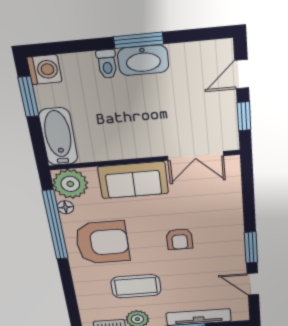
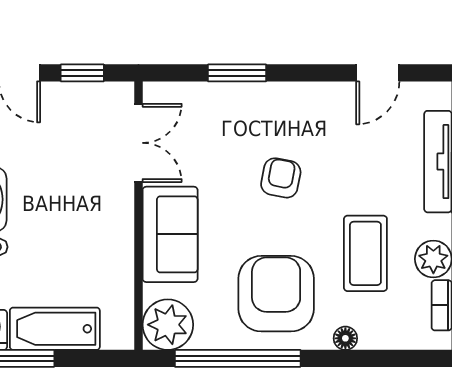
bathtub: (58, 137) -> (55, 329), moved
floor lamp: (65, 207) -> (345, 338), moved
armchair: (180, 239) -> (281, 178), turned -79
window: (251, 248) -> (237, 73), moved

